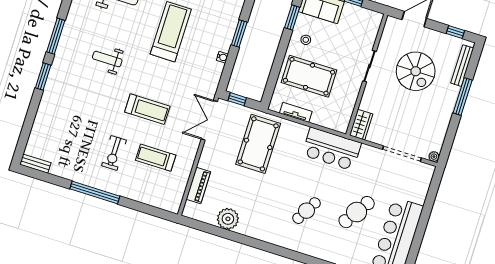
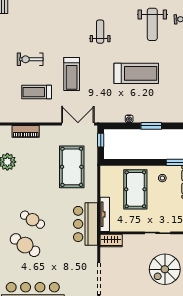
tv unit: (296, 112) -> (105, 214), moved, width x1.41
pool table: (258, 144) -> (72, 167), turned 90
treadmill: (156, 158) -> (37, 92), turned -90
cafe table: (357, 212) -> (25, 245), moved

